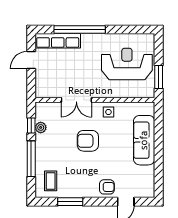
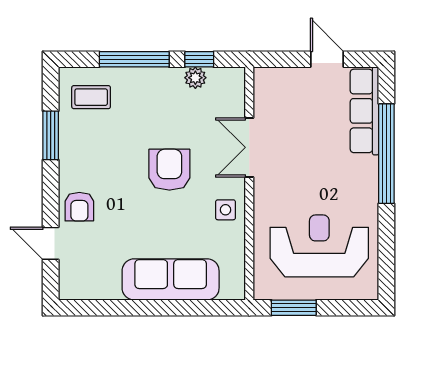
reception desk: (127, 64) -> (319, 246), turned -90

